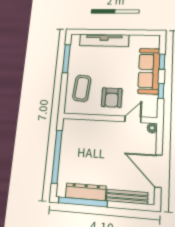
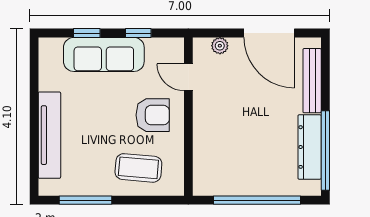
plant: (152, 128) -> (220, 46), moved
door: (158, 171) -> (269, 33), hinge flipped

